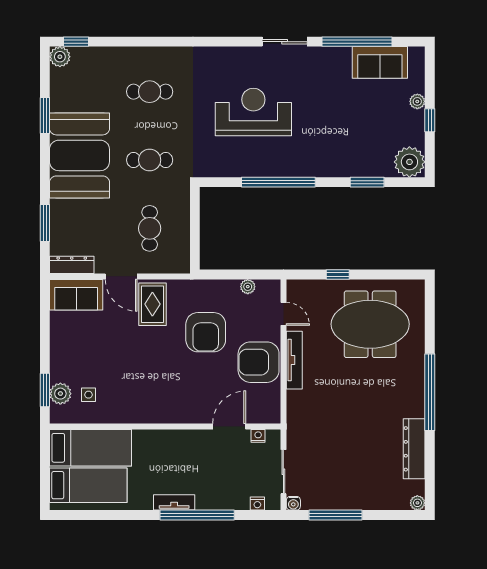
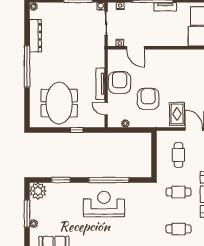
reception desk: (253, 112) -> (104, 204), moved, turned 180
window: (430, 120) -> (27, 213), width x2.17
meeting table: (370, 324) -> (59, 103), turned 90
armchair: (259, 362) -> (120, 83), turned -90
door: (229, 427) -> (135, 48), hinge flipped

